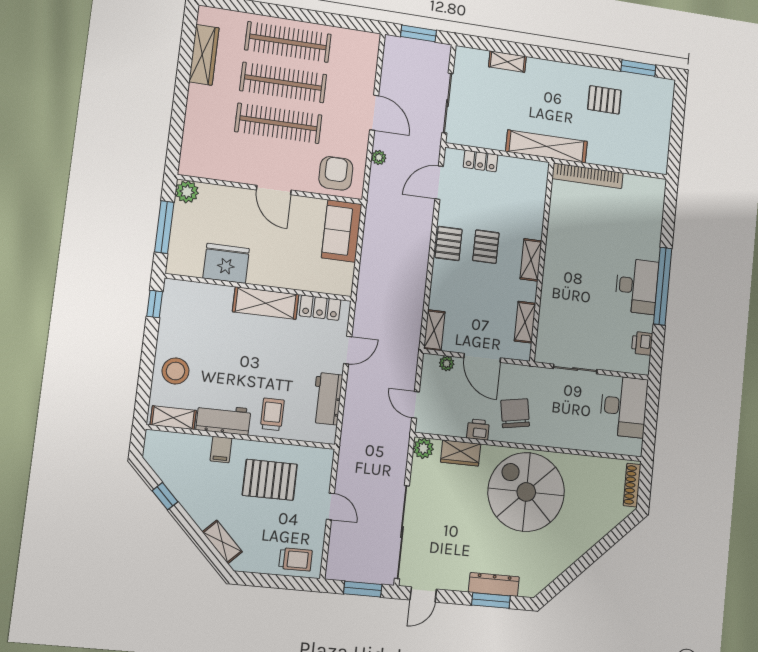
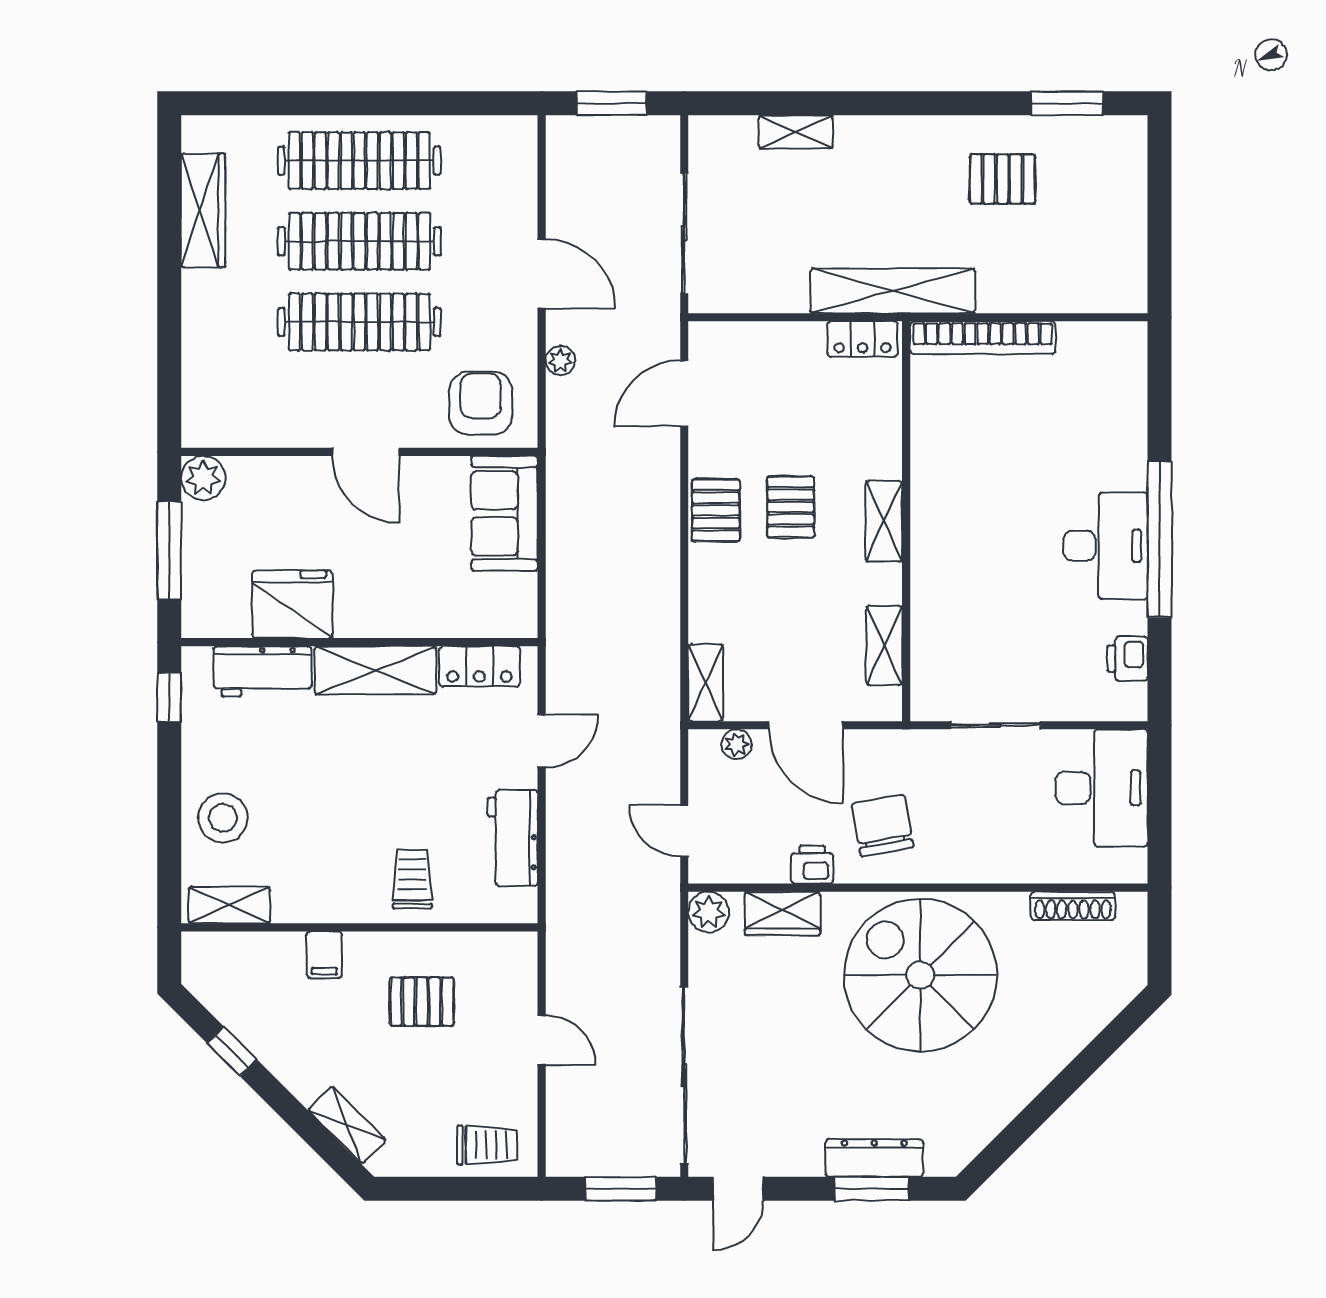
locker: (480, 161) -> (862, 339), moved
workbench: (223, 419) -> (263, 671), moved, turned 180
pallet: (270, 480) -> (422, 1002), width x0.67, depth x0.71
shoe rack: (632, 485) -> (1073, 906), moved, turned -90

